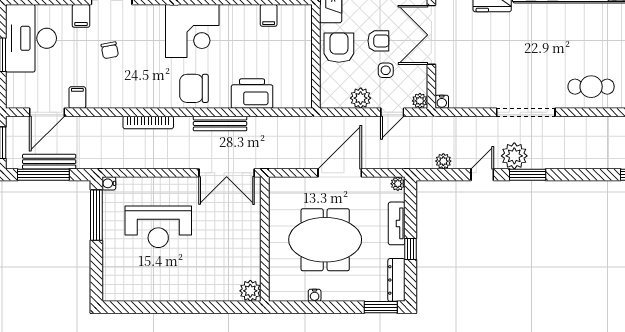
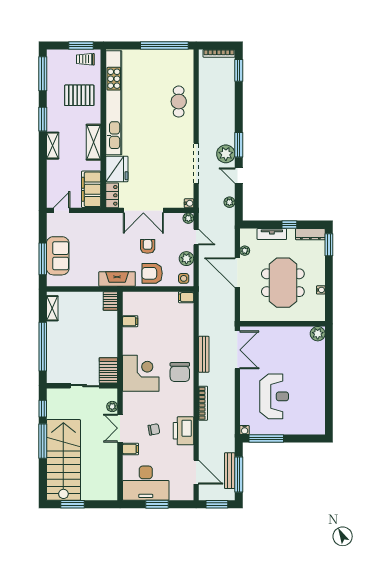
side table: (386, 70) -> (184, 278), moved
printer: (252, 94) -> (183, 431), moved
filing cabinet: (77, 98) -> (186, 297), moved
doorway: (526, 112) -> (196, 163), moved
plant: (398, 184) -> (245, 251), moved

